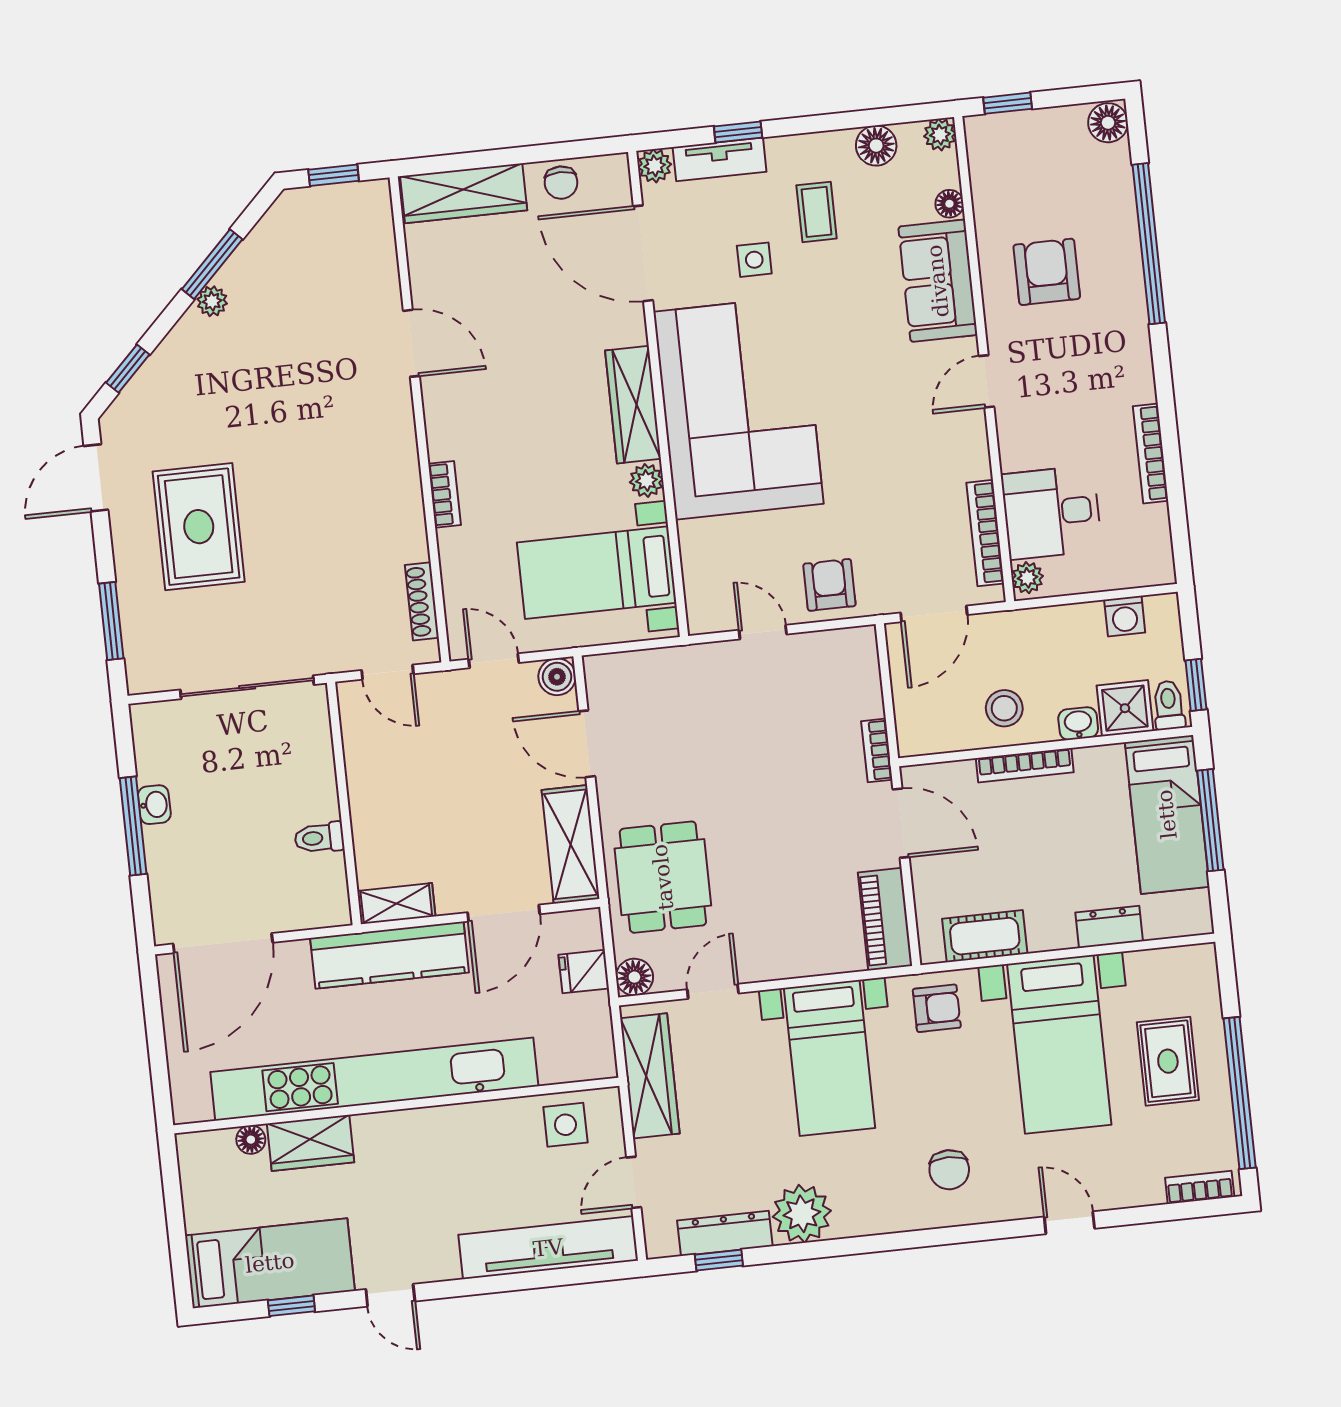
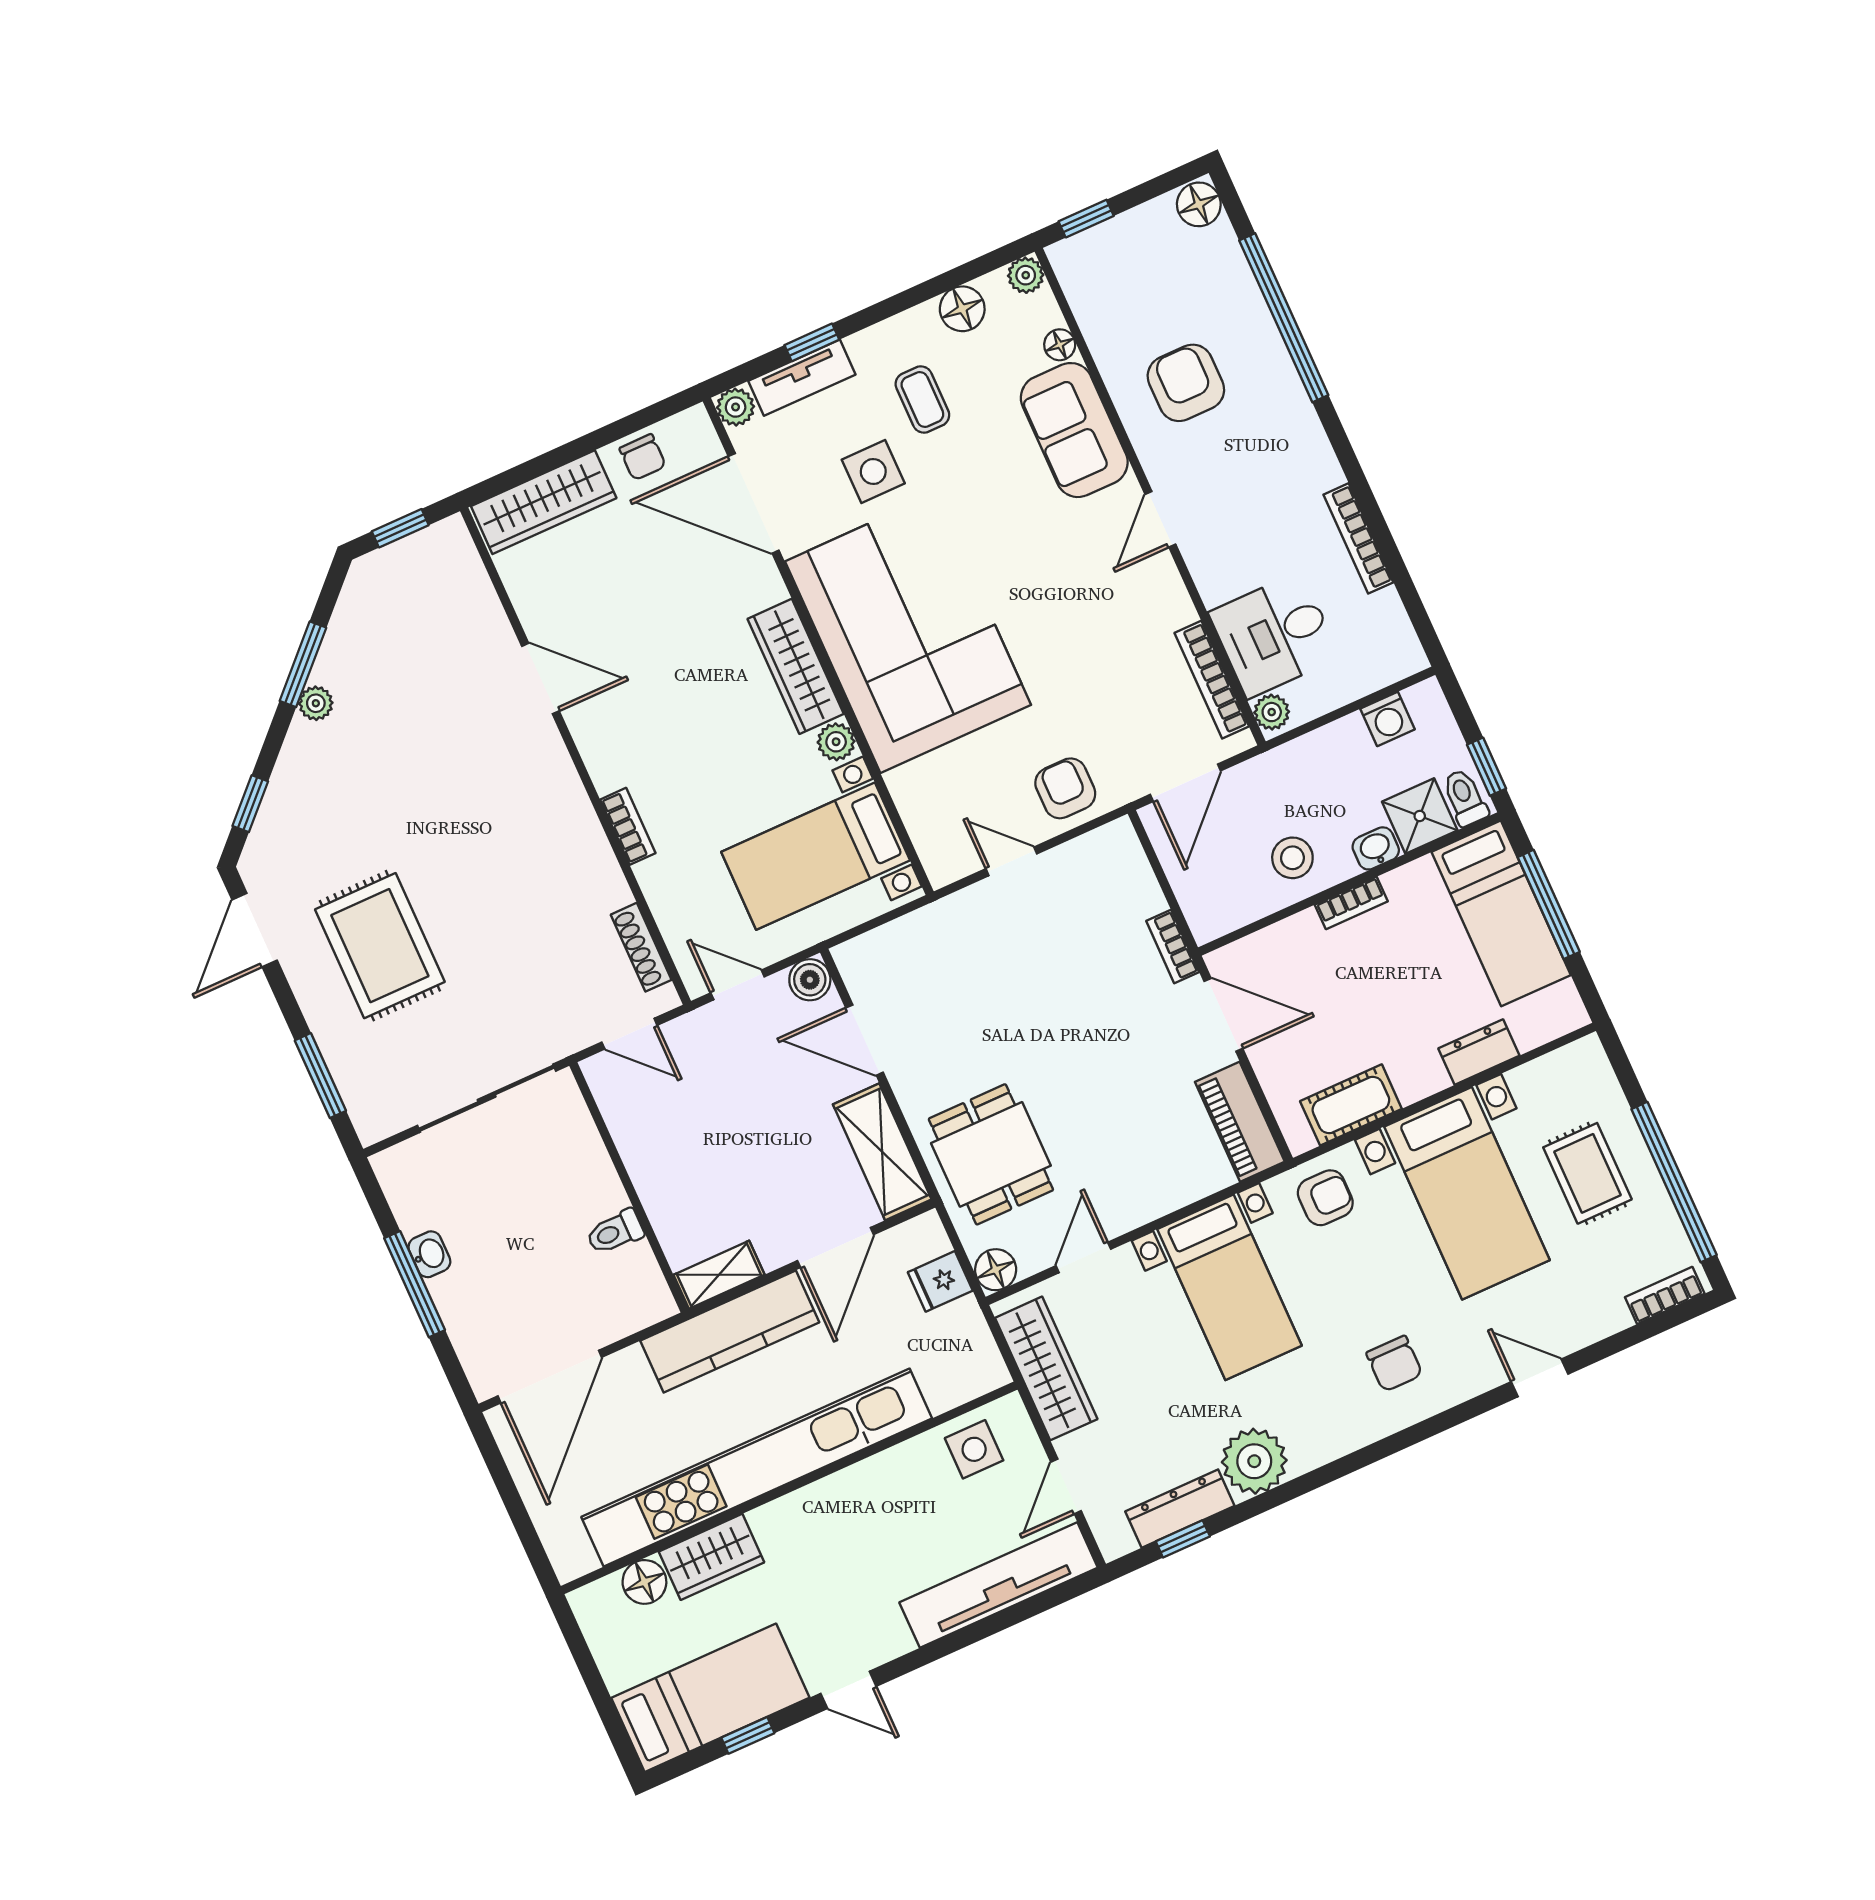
side table: (754, 260) -> (873, 471), width x1.37, depth x1.37
bookcase: (1025, 765) -> (1351, 903), width x0.64
floor lamp: (251, 1140) -> (644, 1582), width x1.37, depth x1.37

